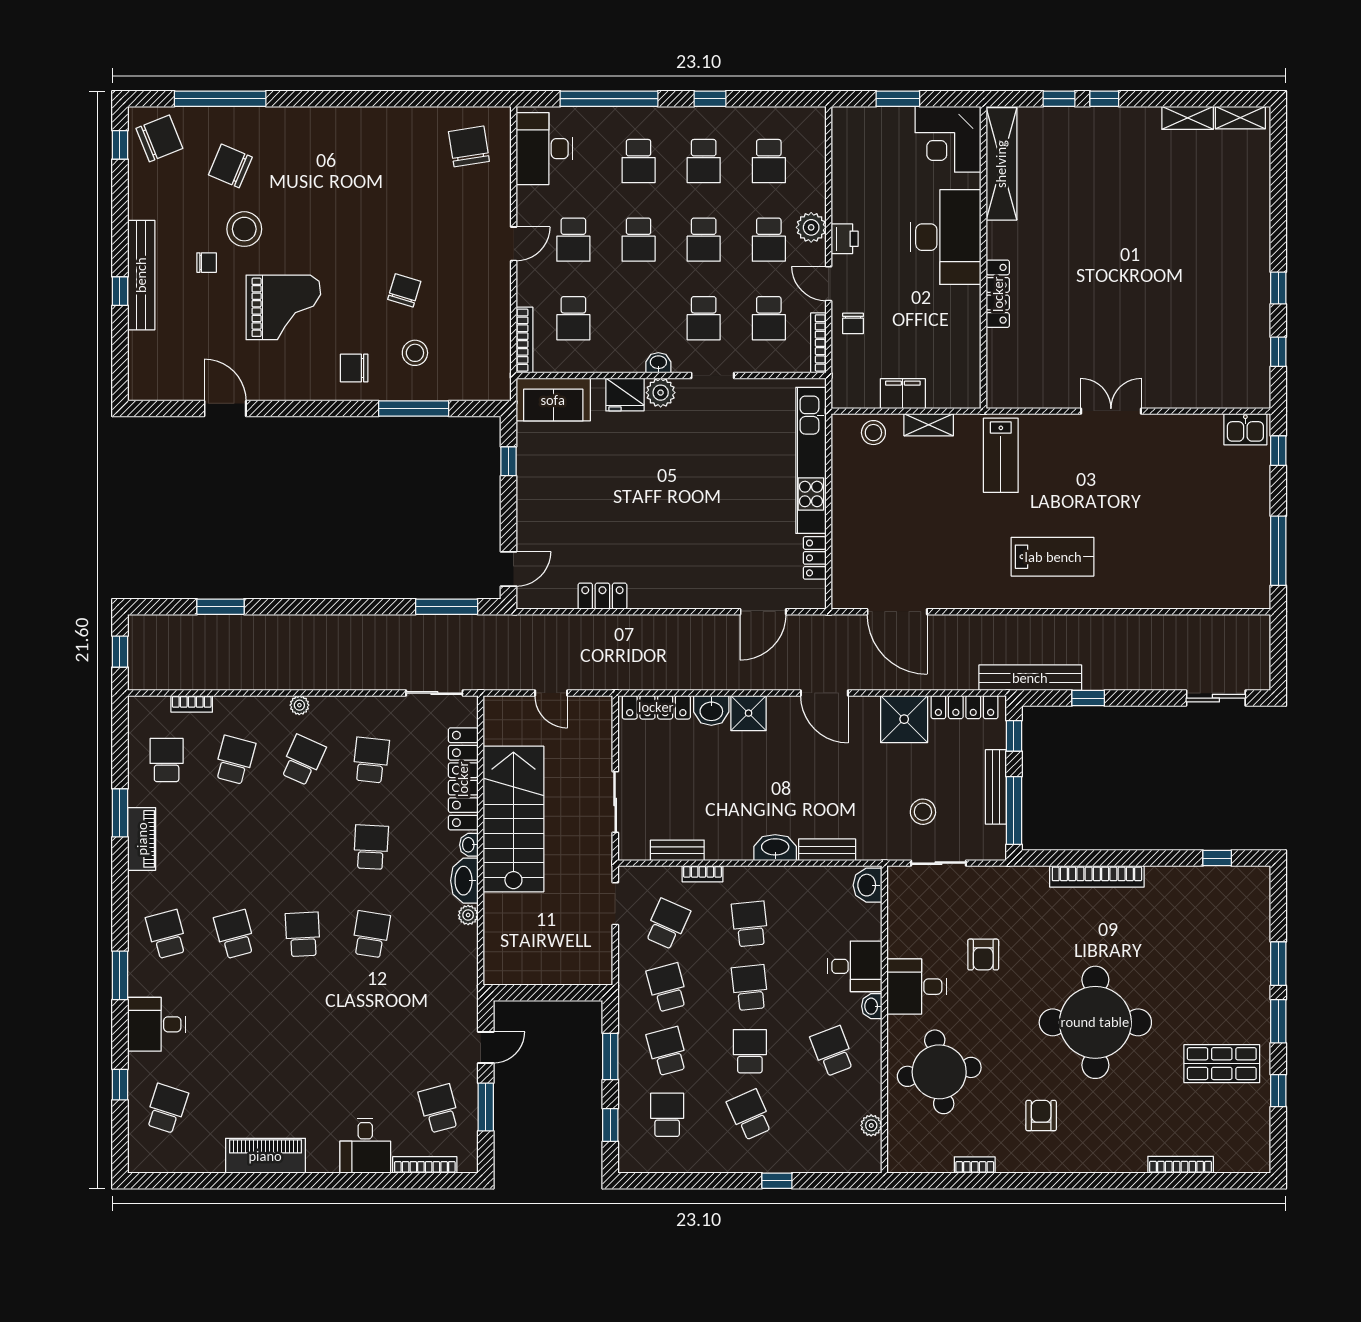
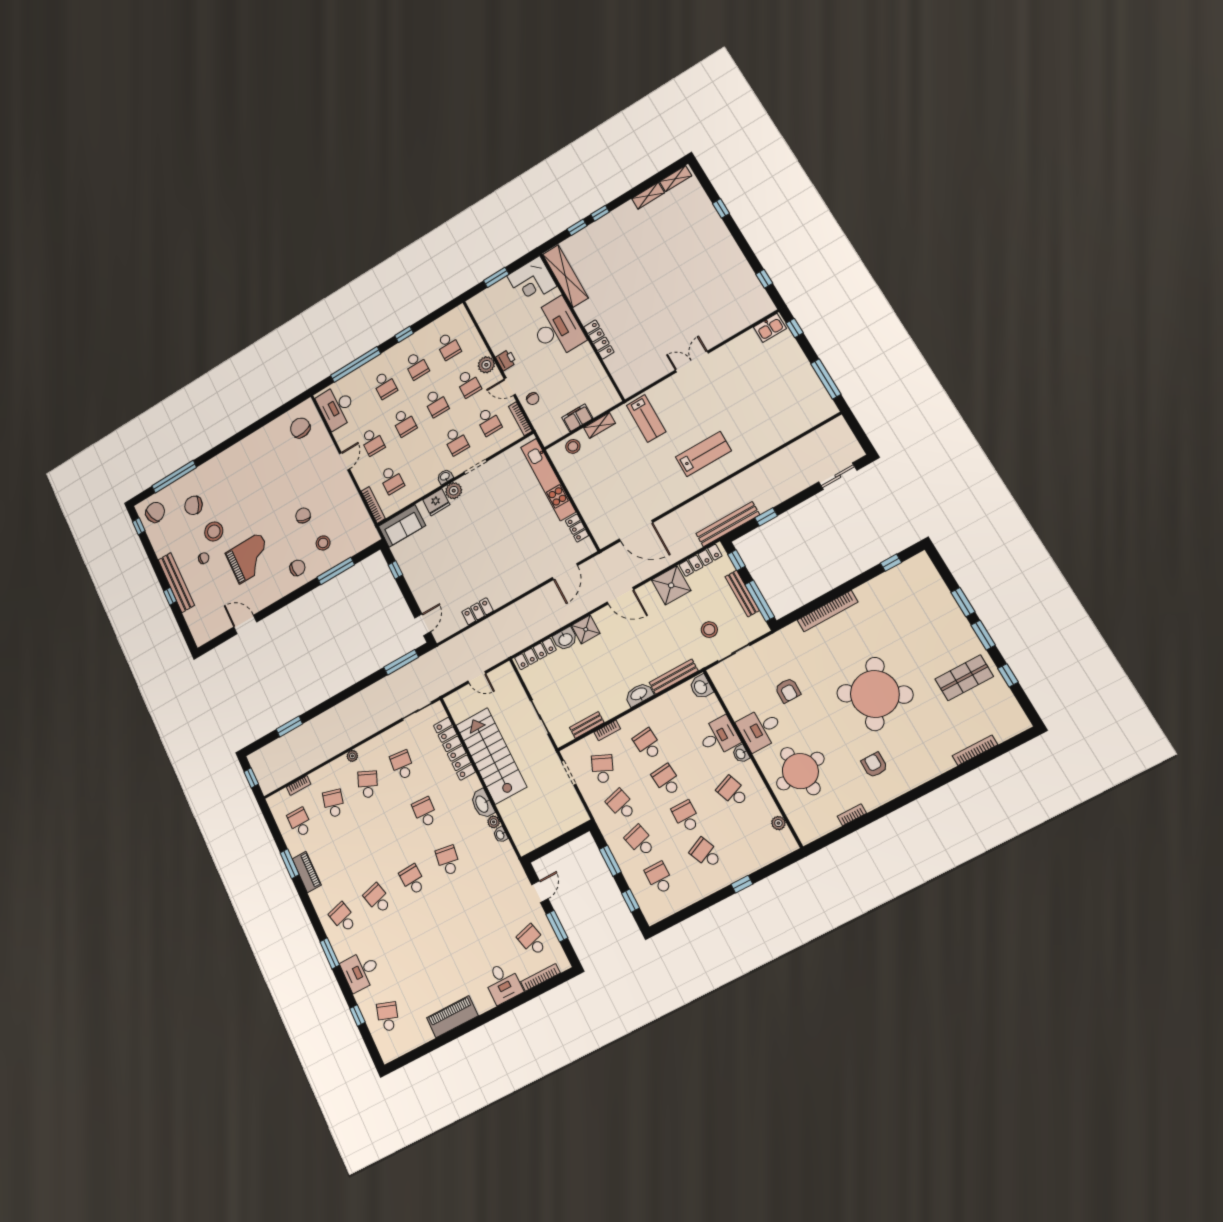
window: (1278, 288) -> (721, 208), moved
chair: (354, 368) -> (297, 568), turned 180
washbasin: (469, 845) -> (500, 835), moved
bench: (827, 850) -> (674, 677), width x1.36
round table: (1095, 1022) -> (875, 694), turned 30

